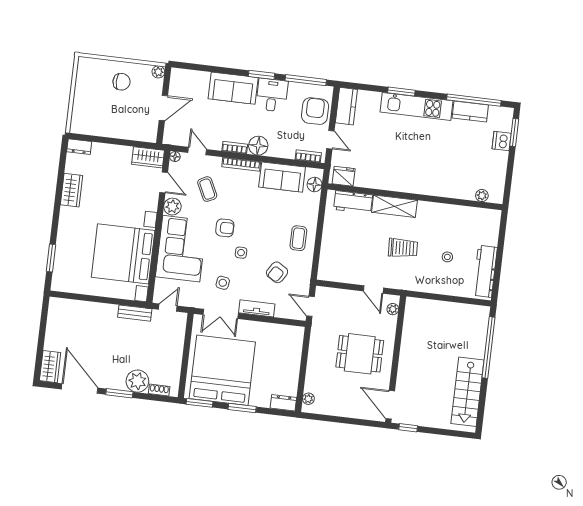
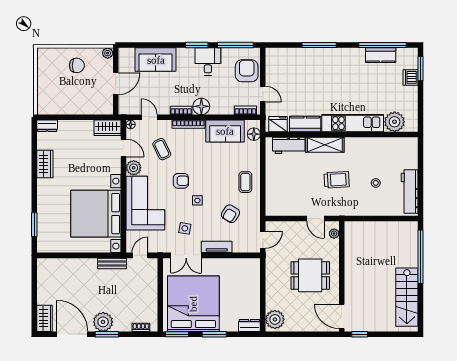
sofa: (233, 88) -> (156, 60), moved
window: (401, 92) -> (319, 45), width x1.44
kitchen counter: (346, 106) -> (305, 124), moved, turned -90
kitchen unit: (417, 106) -> (353, 123), moved, turned 180
plant: (482, 196) -> (395, 122), width x1.87, depth x1.87
door: (310, 306) -> (263, 240), swing flipped
plant: (137, 381) -> (103, 322), moved
plant: (308, 399) -> (275, 319), width x1.88, depth x1.88

